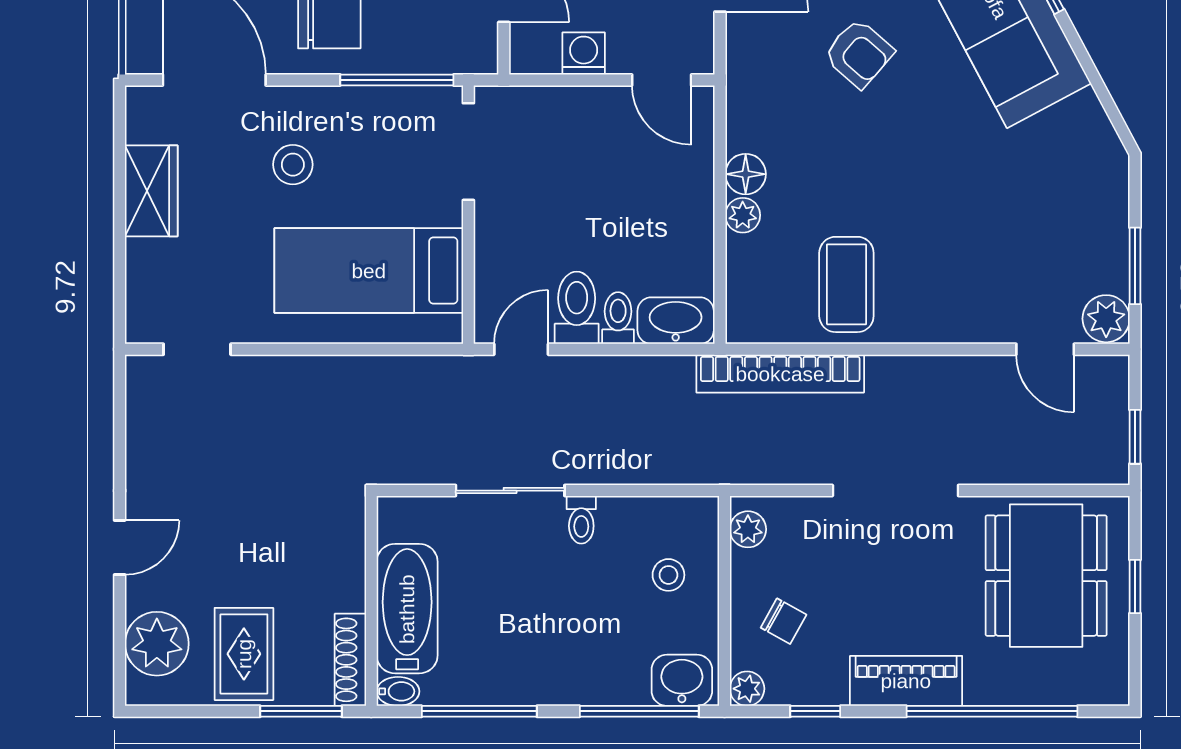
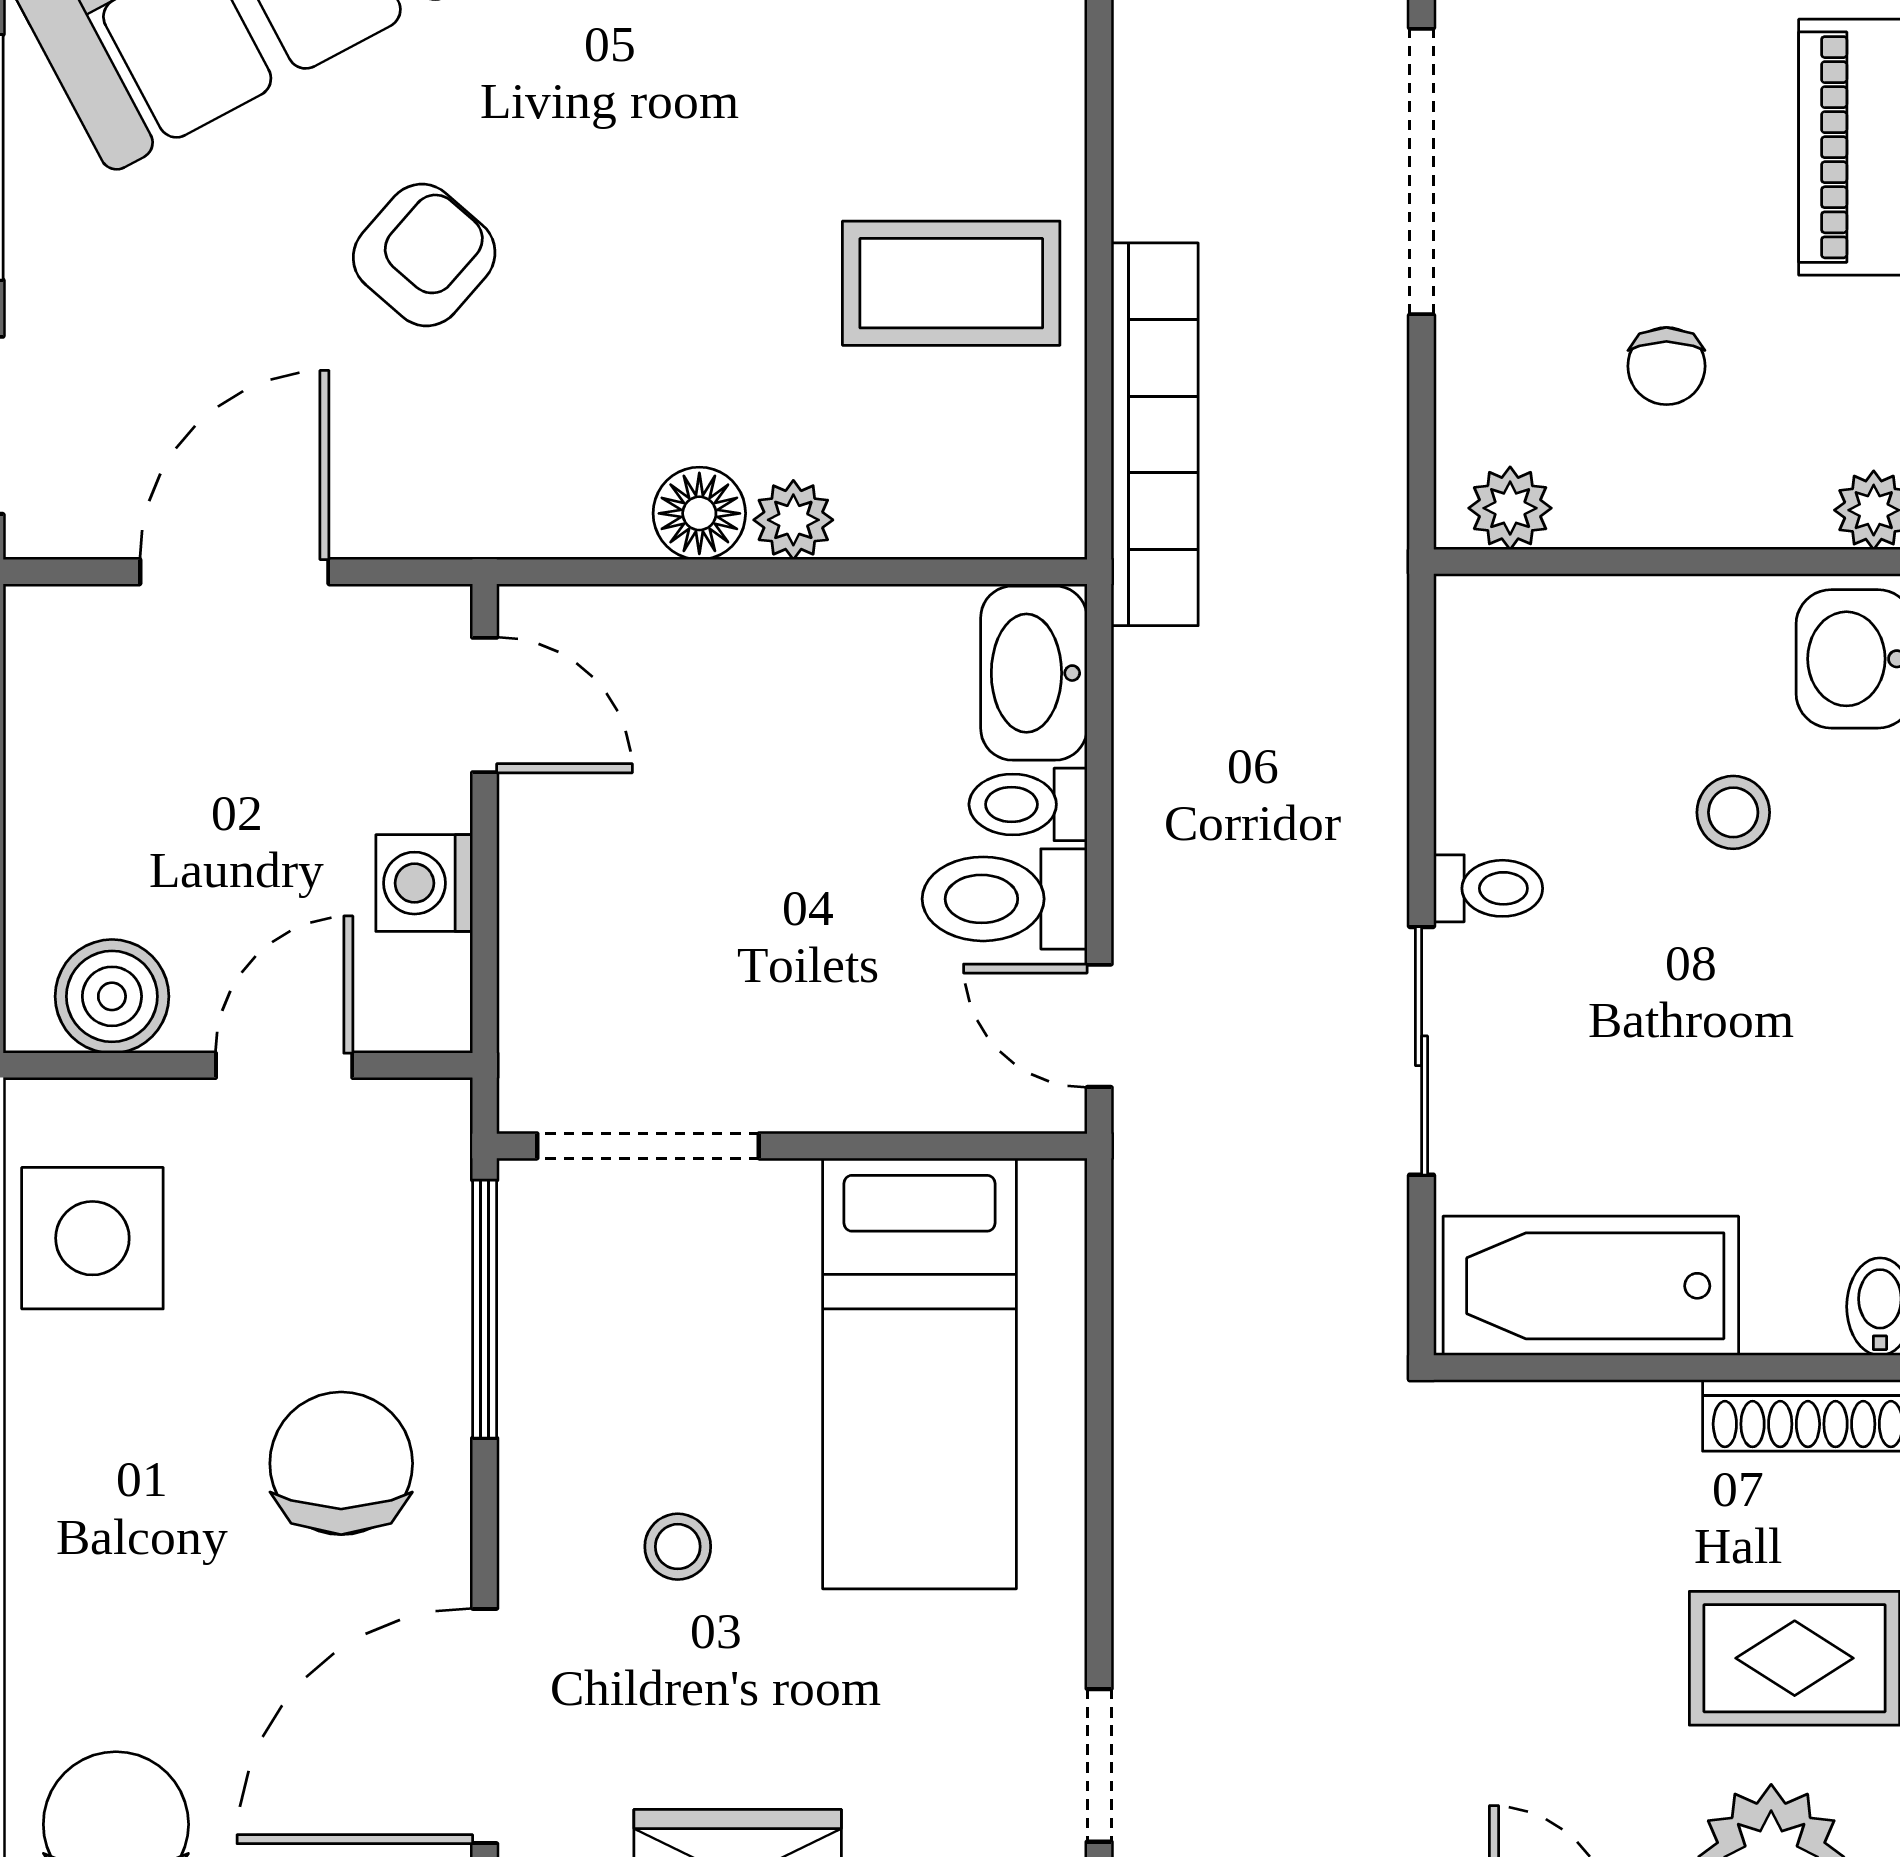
door: (662, 80) -> (485, 705), hinge flipped
stool: (293, 165) -> (678, 1547), width x0.73, depth x0.73
stool: (668, 575) -> (1733, 812), moved
bathtub: (407, 609) -> (1591, 1286), moved
chair: (784, 621) -> (1666, 366), moved, turned 151

